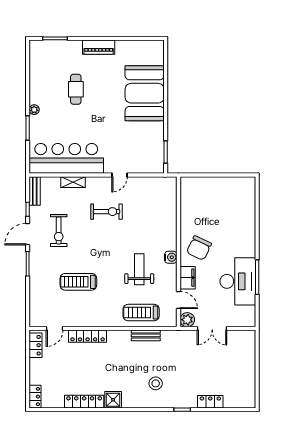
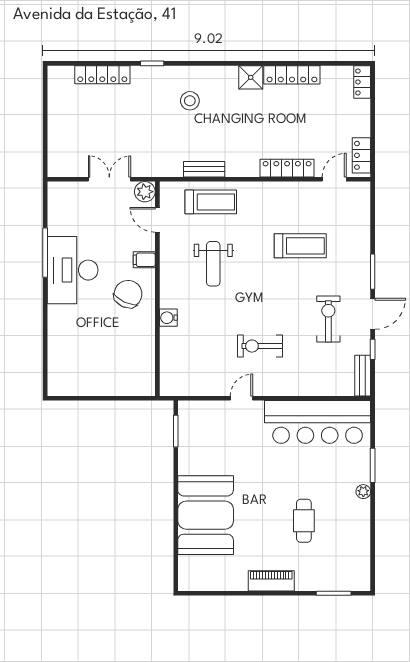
shelving: (73, 182) -> (308, 388), removed
water cooler: (171, 257) -> (168, 318), moved
filing cabinet: (188, 278) -> (144, 260), width x0.50
desk: (238, 281) -> (73, 270), moved
locker: (210, 402) -> (102, 75), width x1.53

